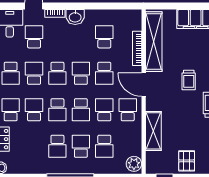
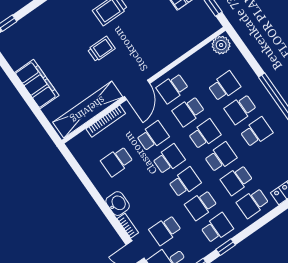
school desk: (81, 73) -> (169, 159), turned 180
shelving: (153, 131) -> (176, 49), removed

